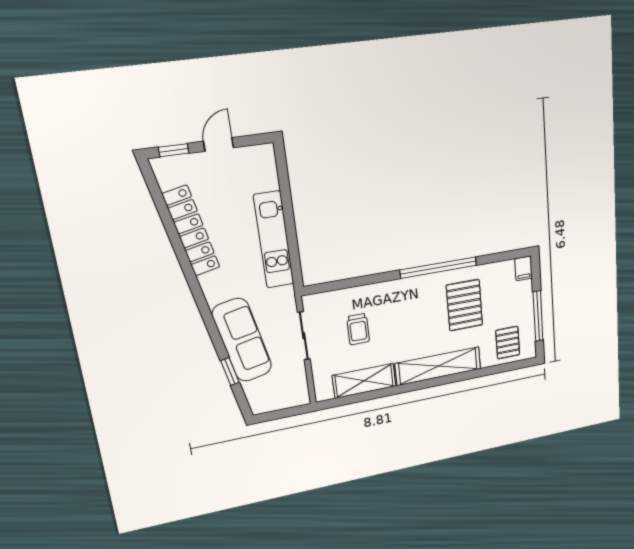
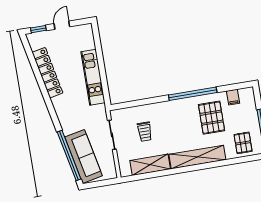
filing cabinet: (524, 268) -> (233, 97), moved
sofa: (242, 340) -> (84, 156), moved
window: (230, 372) -> (69, 156), width x3.17

